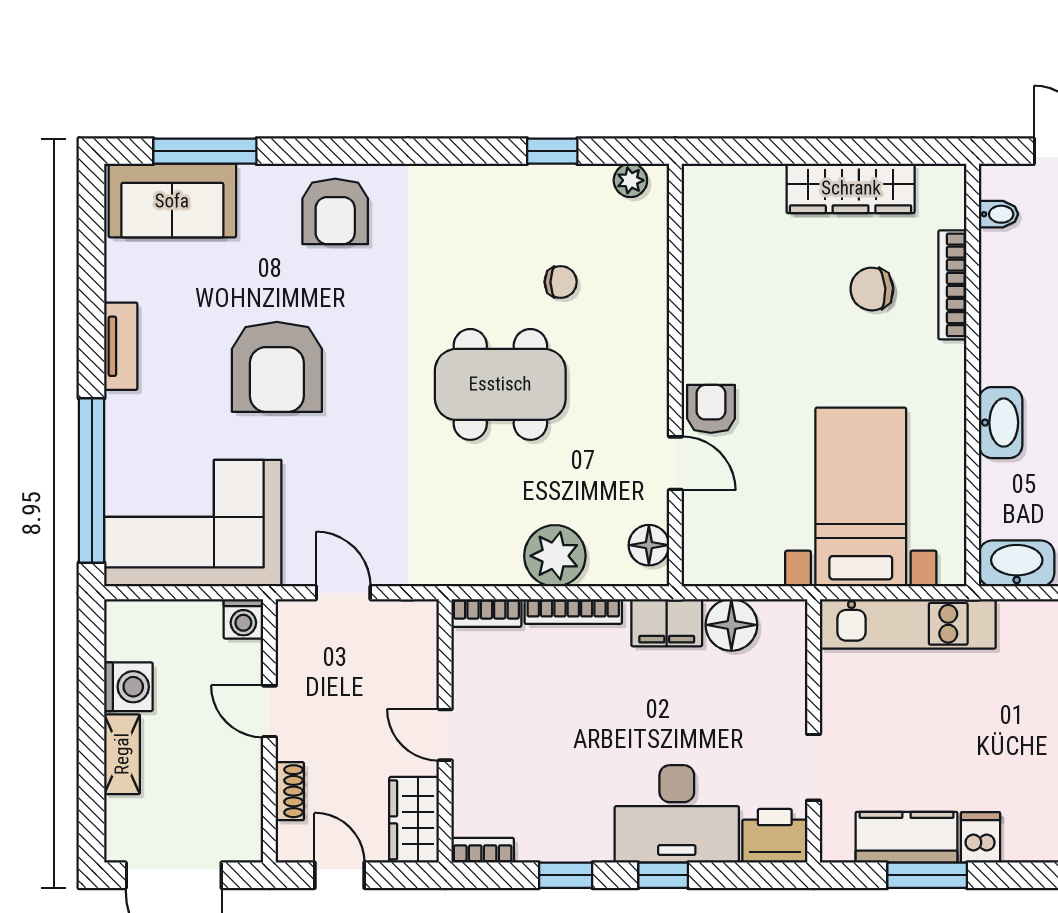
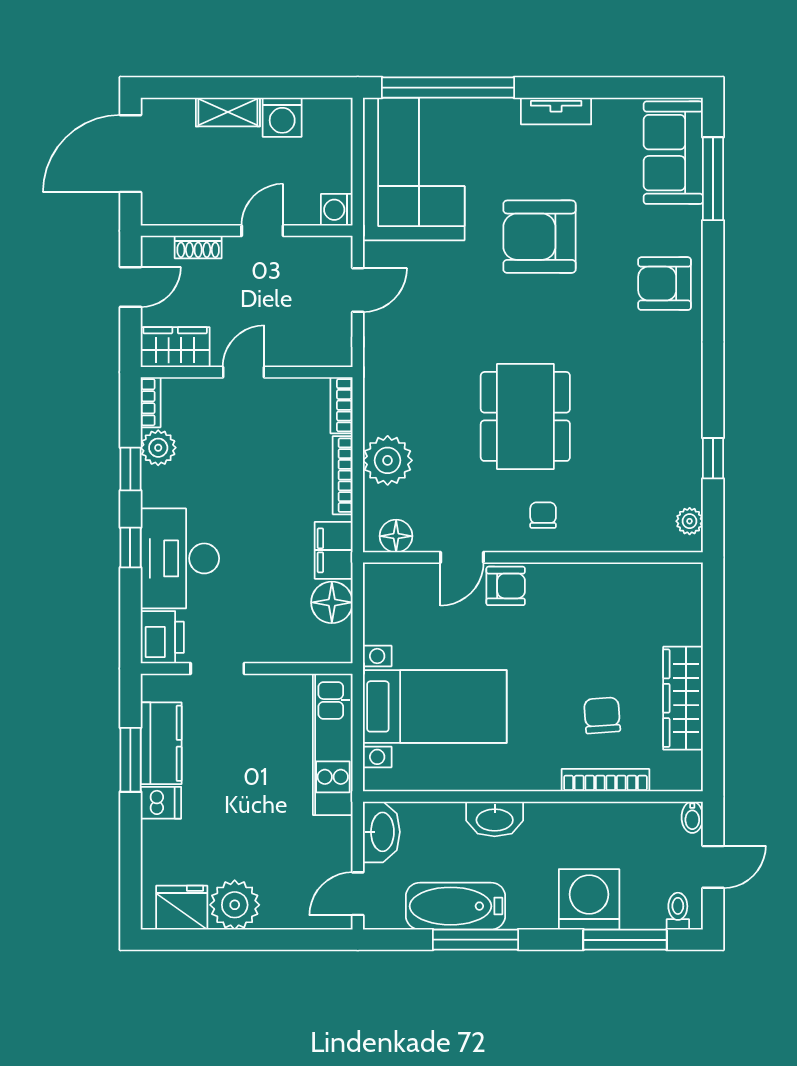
bidet: (998, 214) -> (692, 817), moved
chair: (561, 282) -> (543, 515), moved, turned 180
plant: (539, 841) -> (158, 448), added

